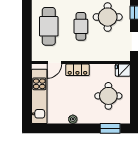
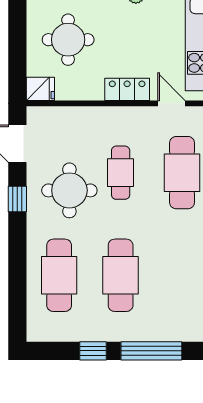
door: (54, 63) -> (171, 103), hinge flipped

